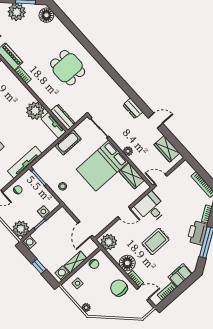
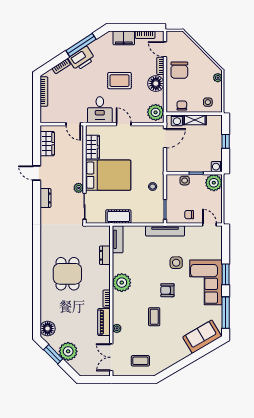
plant: (35, 111) -> (122, 283), moved
dresser: (63, 117) -> (105, 255), moved, width x0.70
plant: (128, 151) -> (79, 188), moved
washing machine: (62, 273) -> (177, 120), moved

